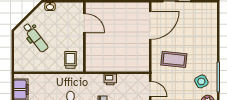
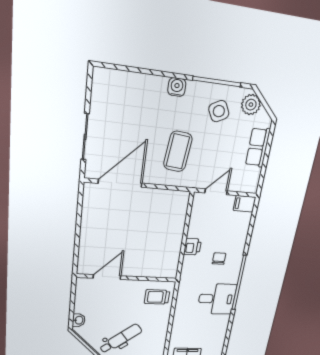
door: (150, 25) -> (120, 183), hinge flipped
water cooler: (212, 53) -> (177, 87), added

